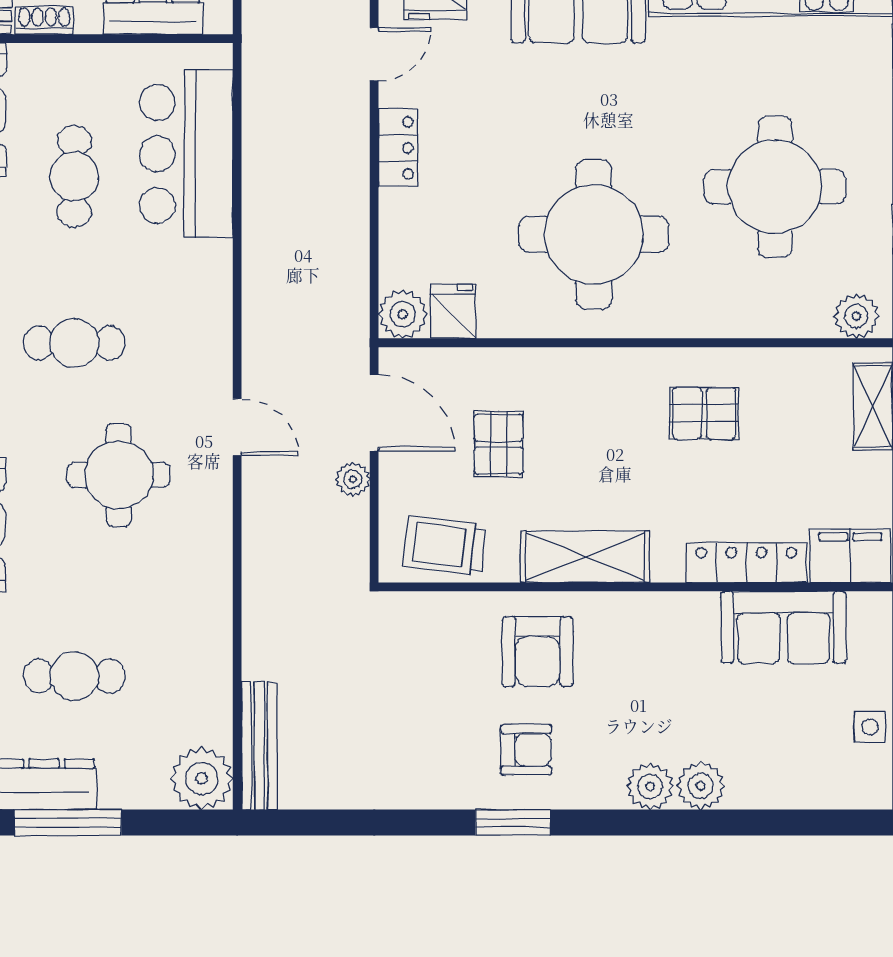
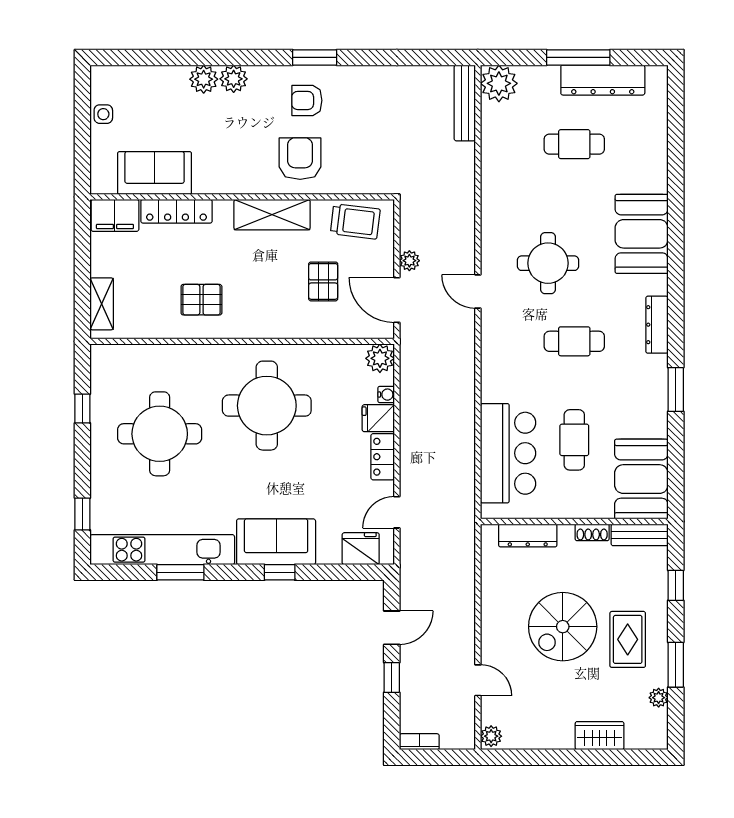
water cooler: (392, 253) -> (386, 395), added
fridge: (453, 311) -> (378, 418), moved, turned 90
plant: (856, 316) -> (111, 357), removed

